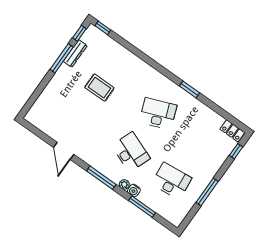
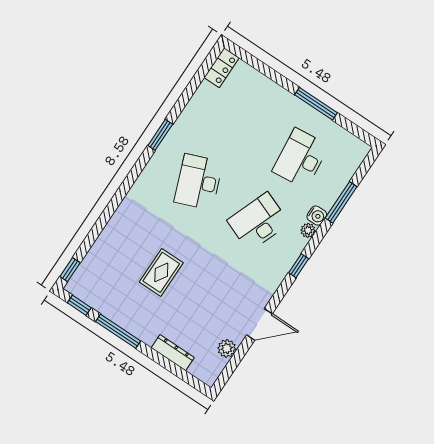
dresser: (75, 53) -> (173, 353), moved
plant: (48, 129) -> (227, 348), added
window: (236, 151) -> (252, 61), removed
window: (101, 178) -> (299, 266), width x0.46

